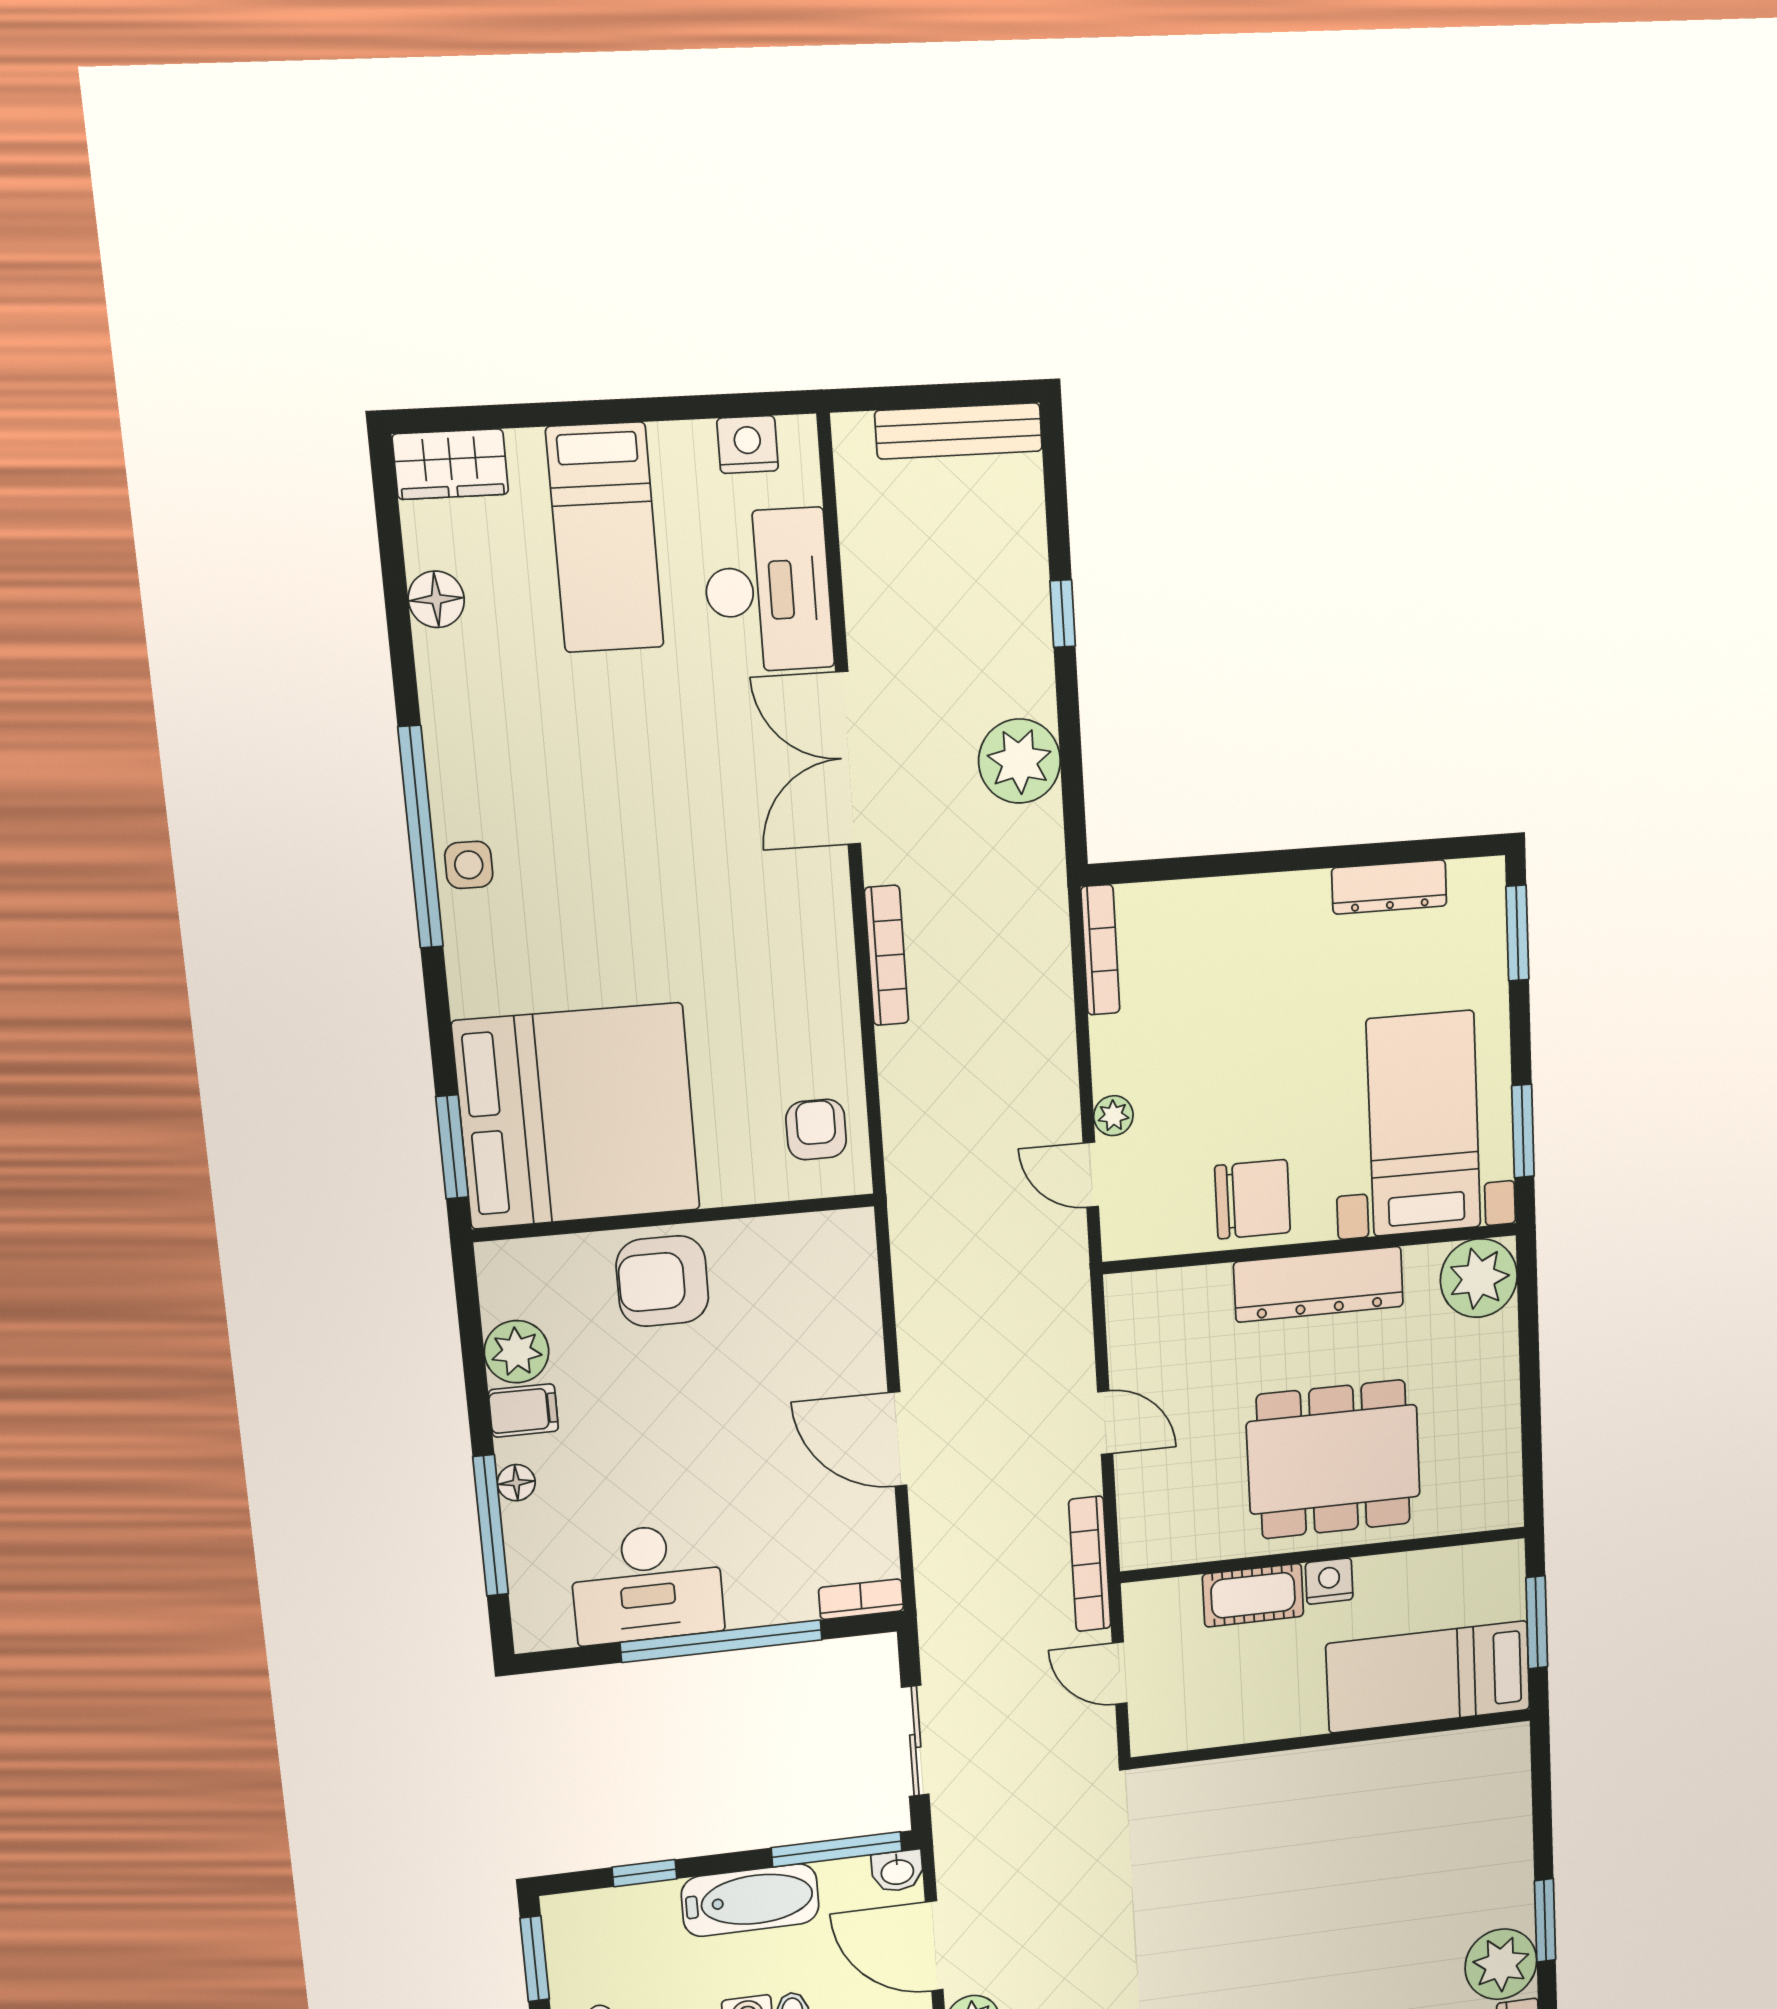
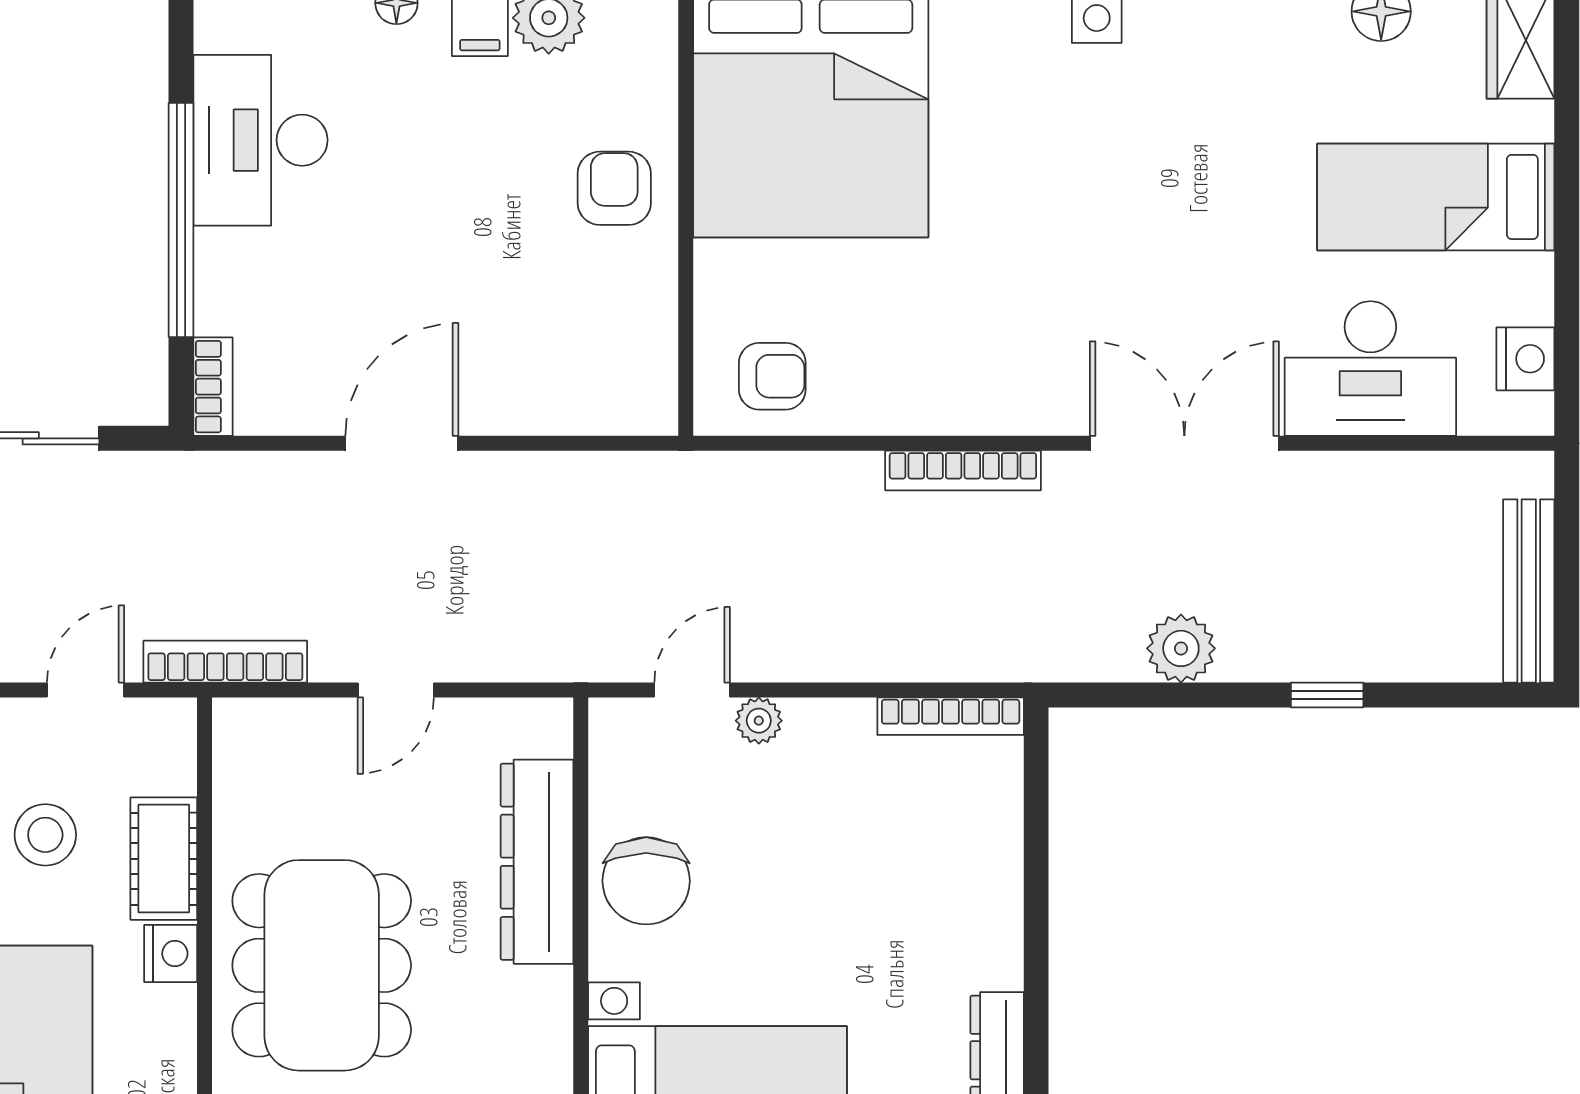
plant: (1019, 761) -> (1181, 648), width x0.73, depth x0.73
armchair: (662, 1281) -> (614, 188), width x0.72, depth x0.72
dresser: (1319, 1284) -> (537, 862), moved
stool: (1239, 1691) -> (45, 835), added

